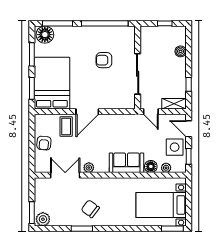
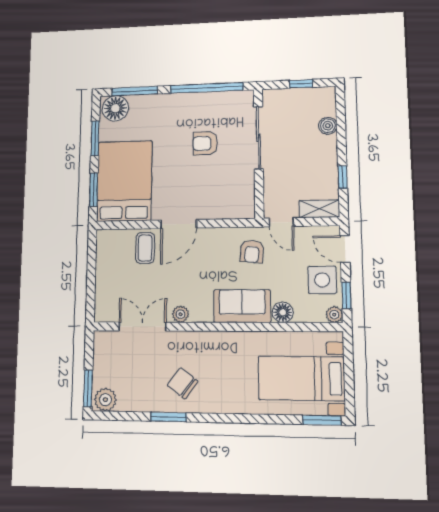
sliding door: (138, 74) -> (258, 138), moved
armchair: (44, 143) -> (252, 252), moved
plant: (166, 168) -> (334, 315), moved

